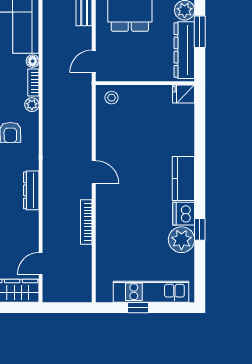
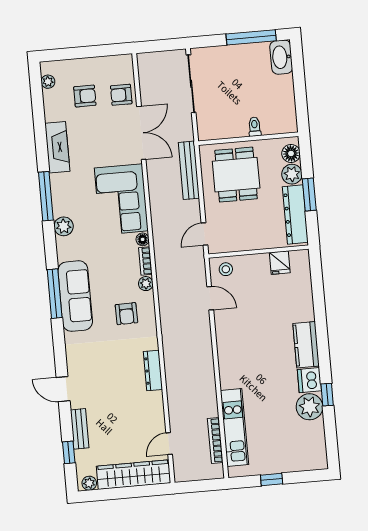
fridge: (184, 94) -> (280, 263), moved, turned -90
door: (94, 172) -> (210, 298), moved
bookcase: (86, 222) -> (215, 440), moved
kitchen unit: (151, 292) -> (234, 427), moved, turned 90

